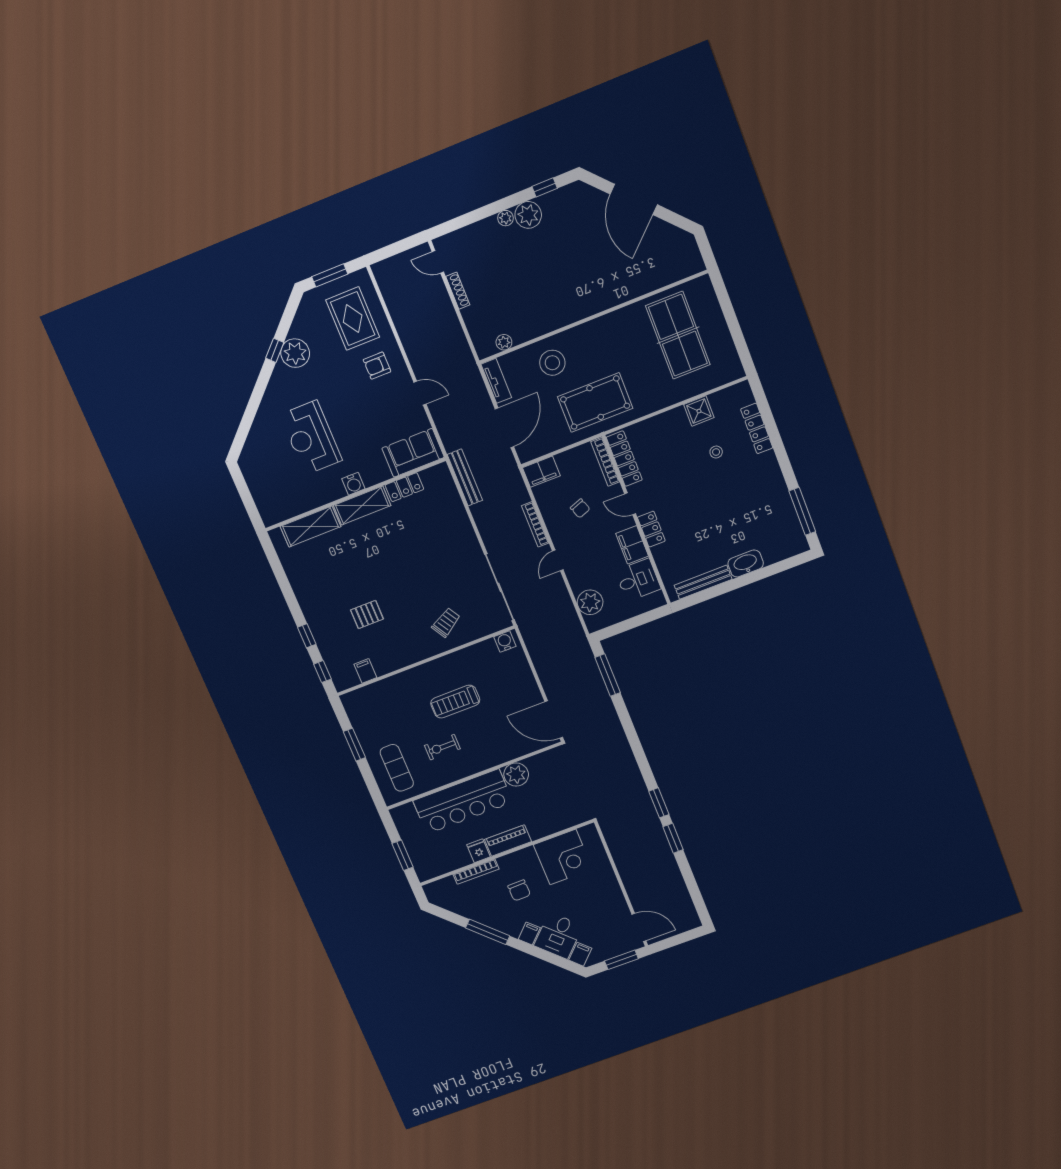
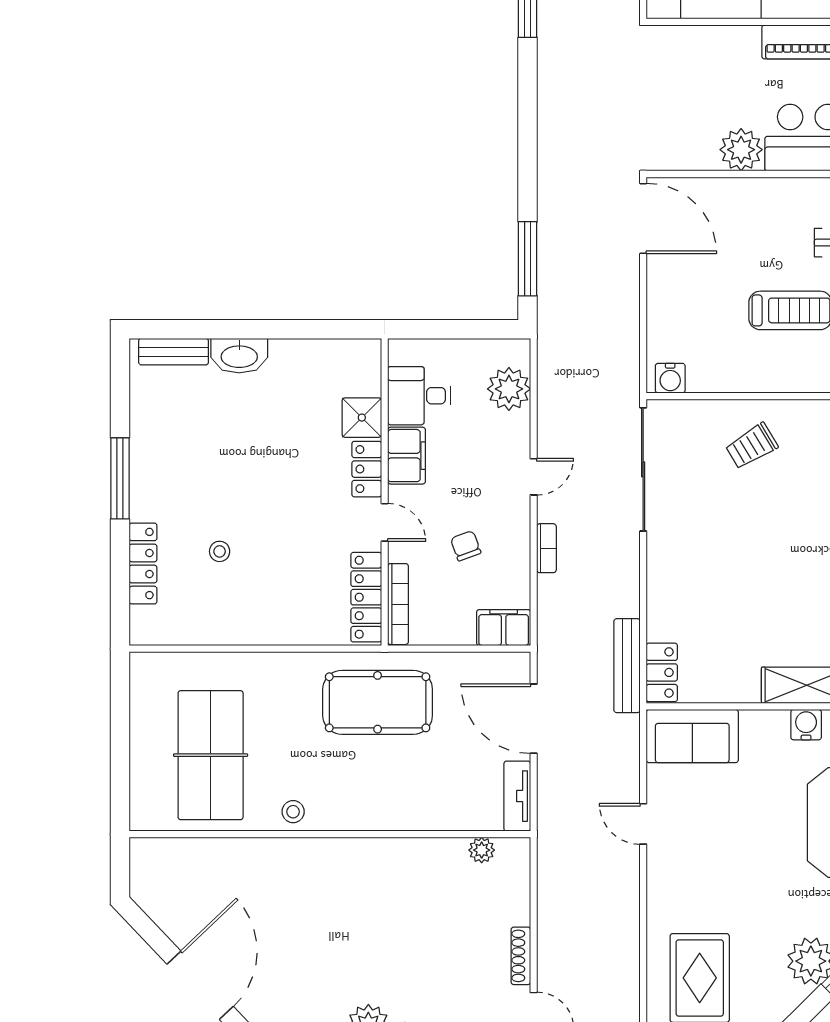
stool: (552, 363) -> (293, 812), moved, width x0.53, depth x0.53
armchair: (377, 366) -> (692, 892), removed
shower: (699, 411) -> (362, 418), moved
door: (504, 428) -> (534, 719), hinge flipped
locker: (404, 487) -> (662, 672), moved, turned 90
window: (802, 511) -> (120, 478), moved
bookcase: (535, 524) -> (546, 548), width x0.64
bench: (703, 582) -> (174, 352), moved, width x0.73

